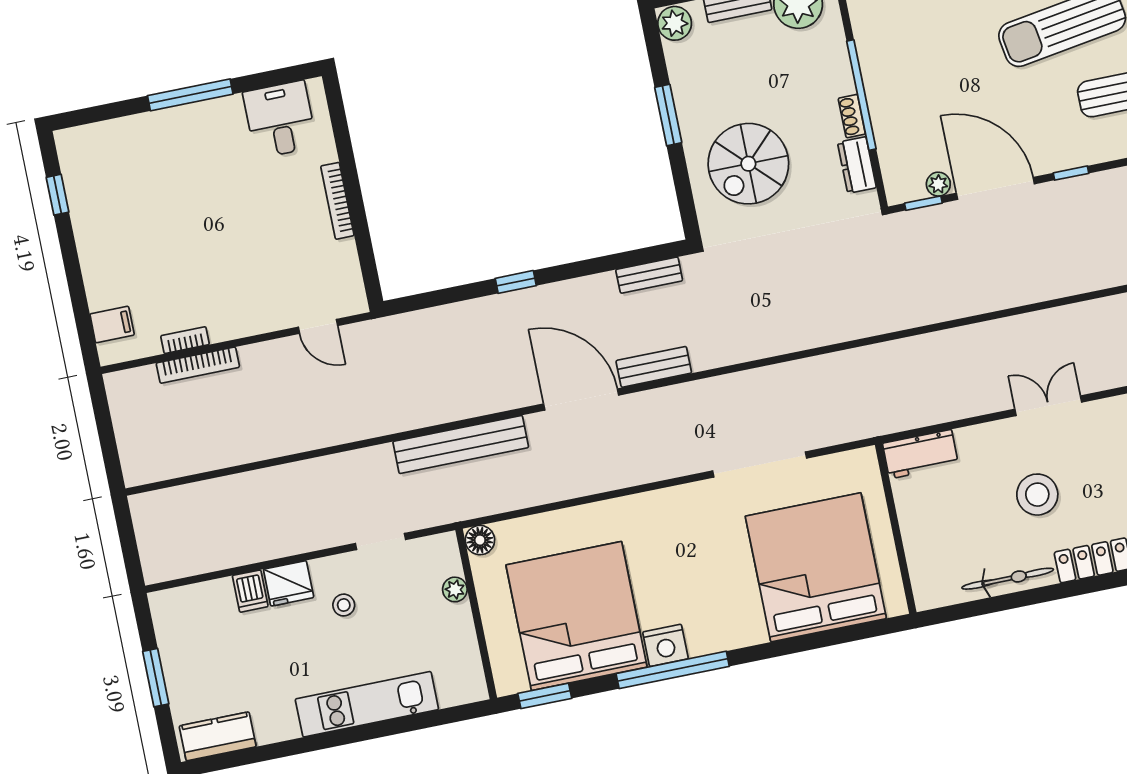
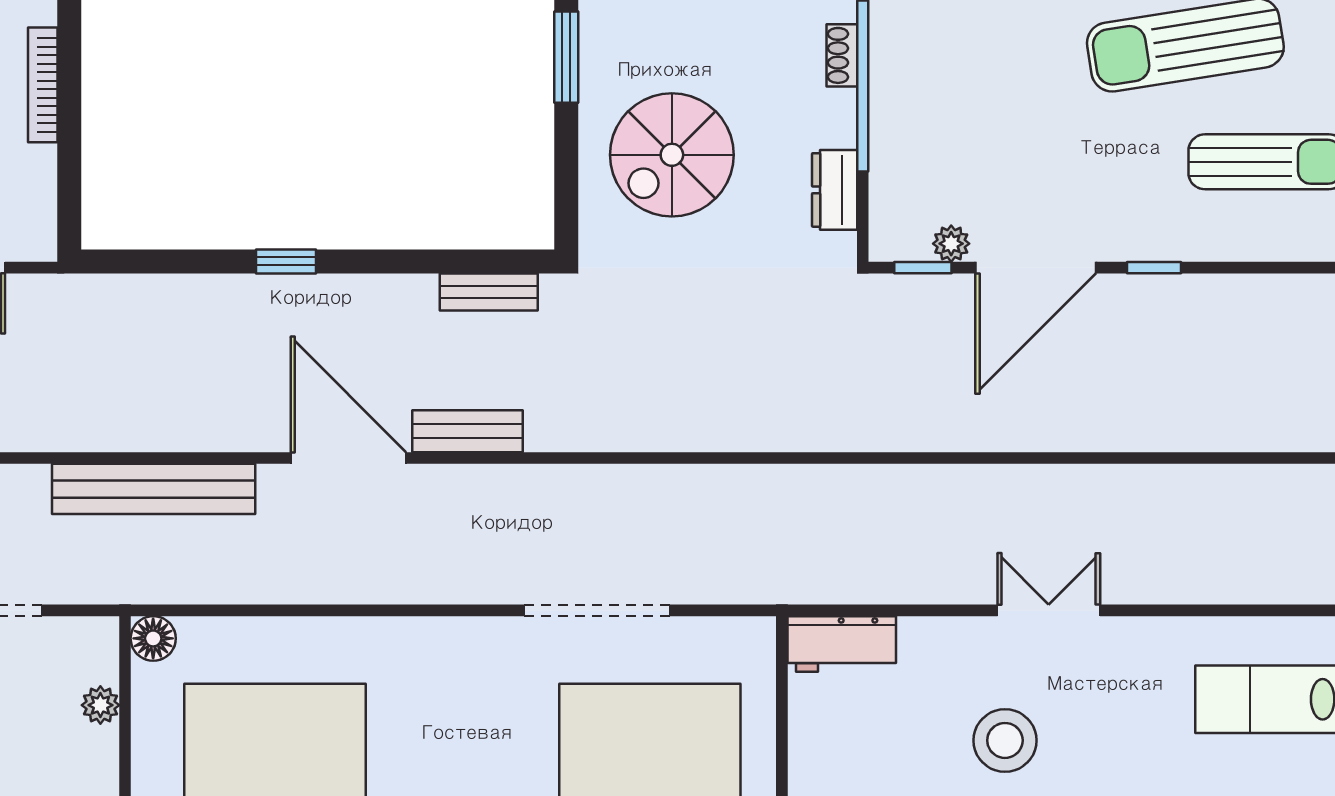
shoe rack: (852, 116) -> (842, 55), moved
door: (995, 188) -> (1036, 268), swing flipped

